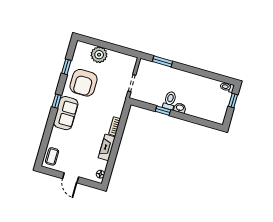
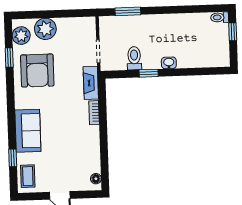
plant: (80, 54) -> (21, 36), added
toilet: (170, 100) -> (134, 58), moved
window: (57, 101) -> (13, 158), moved
sofa: (66, 113) -> (28, 131), moved
fireplace: (107, 147) -> (91, 83), moved

